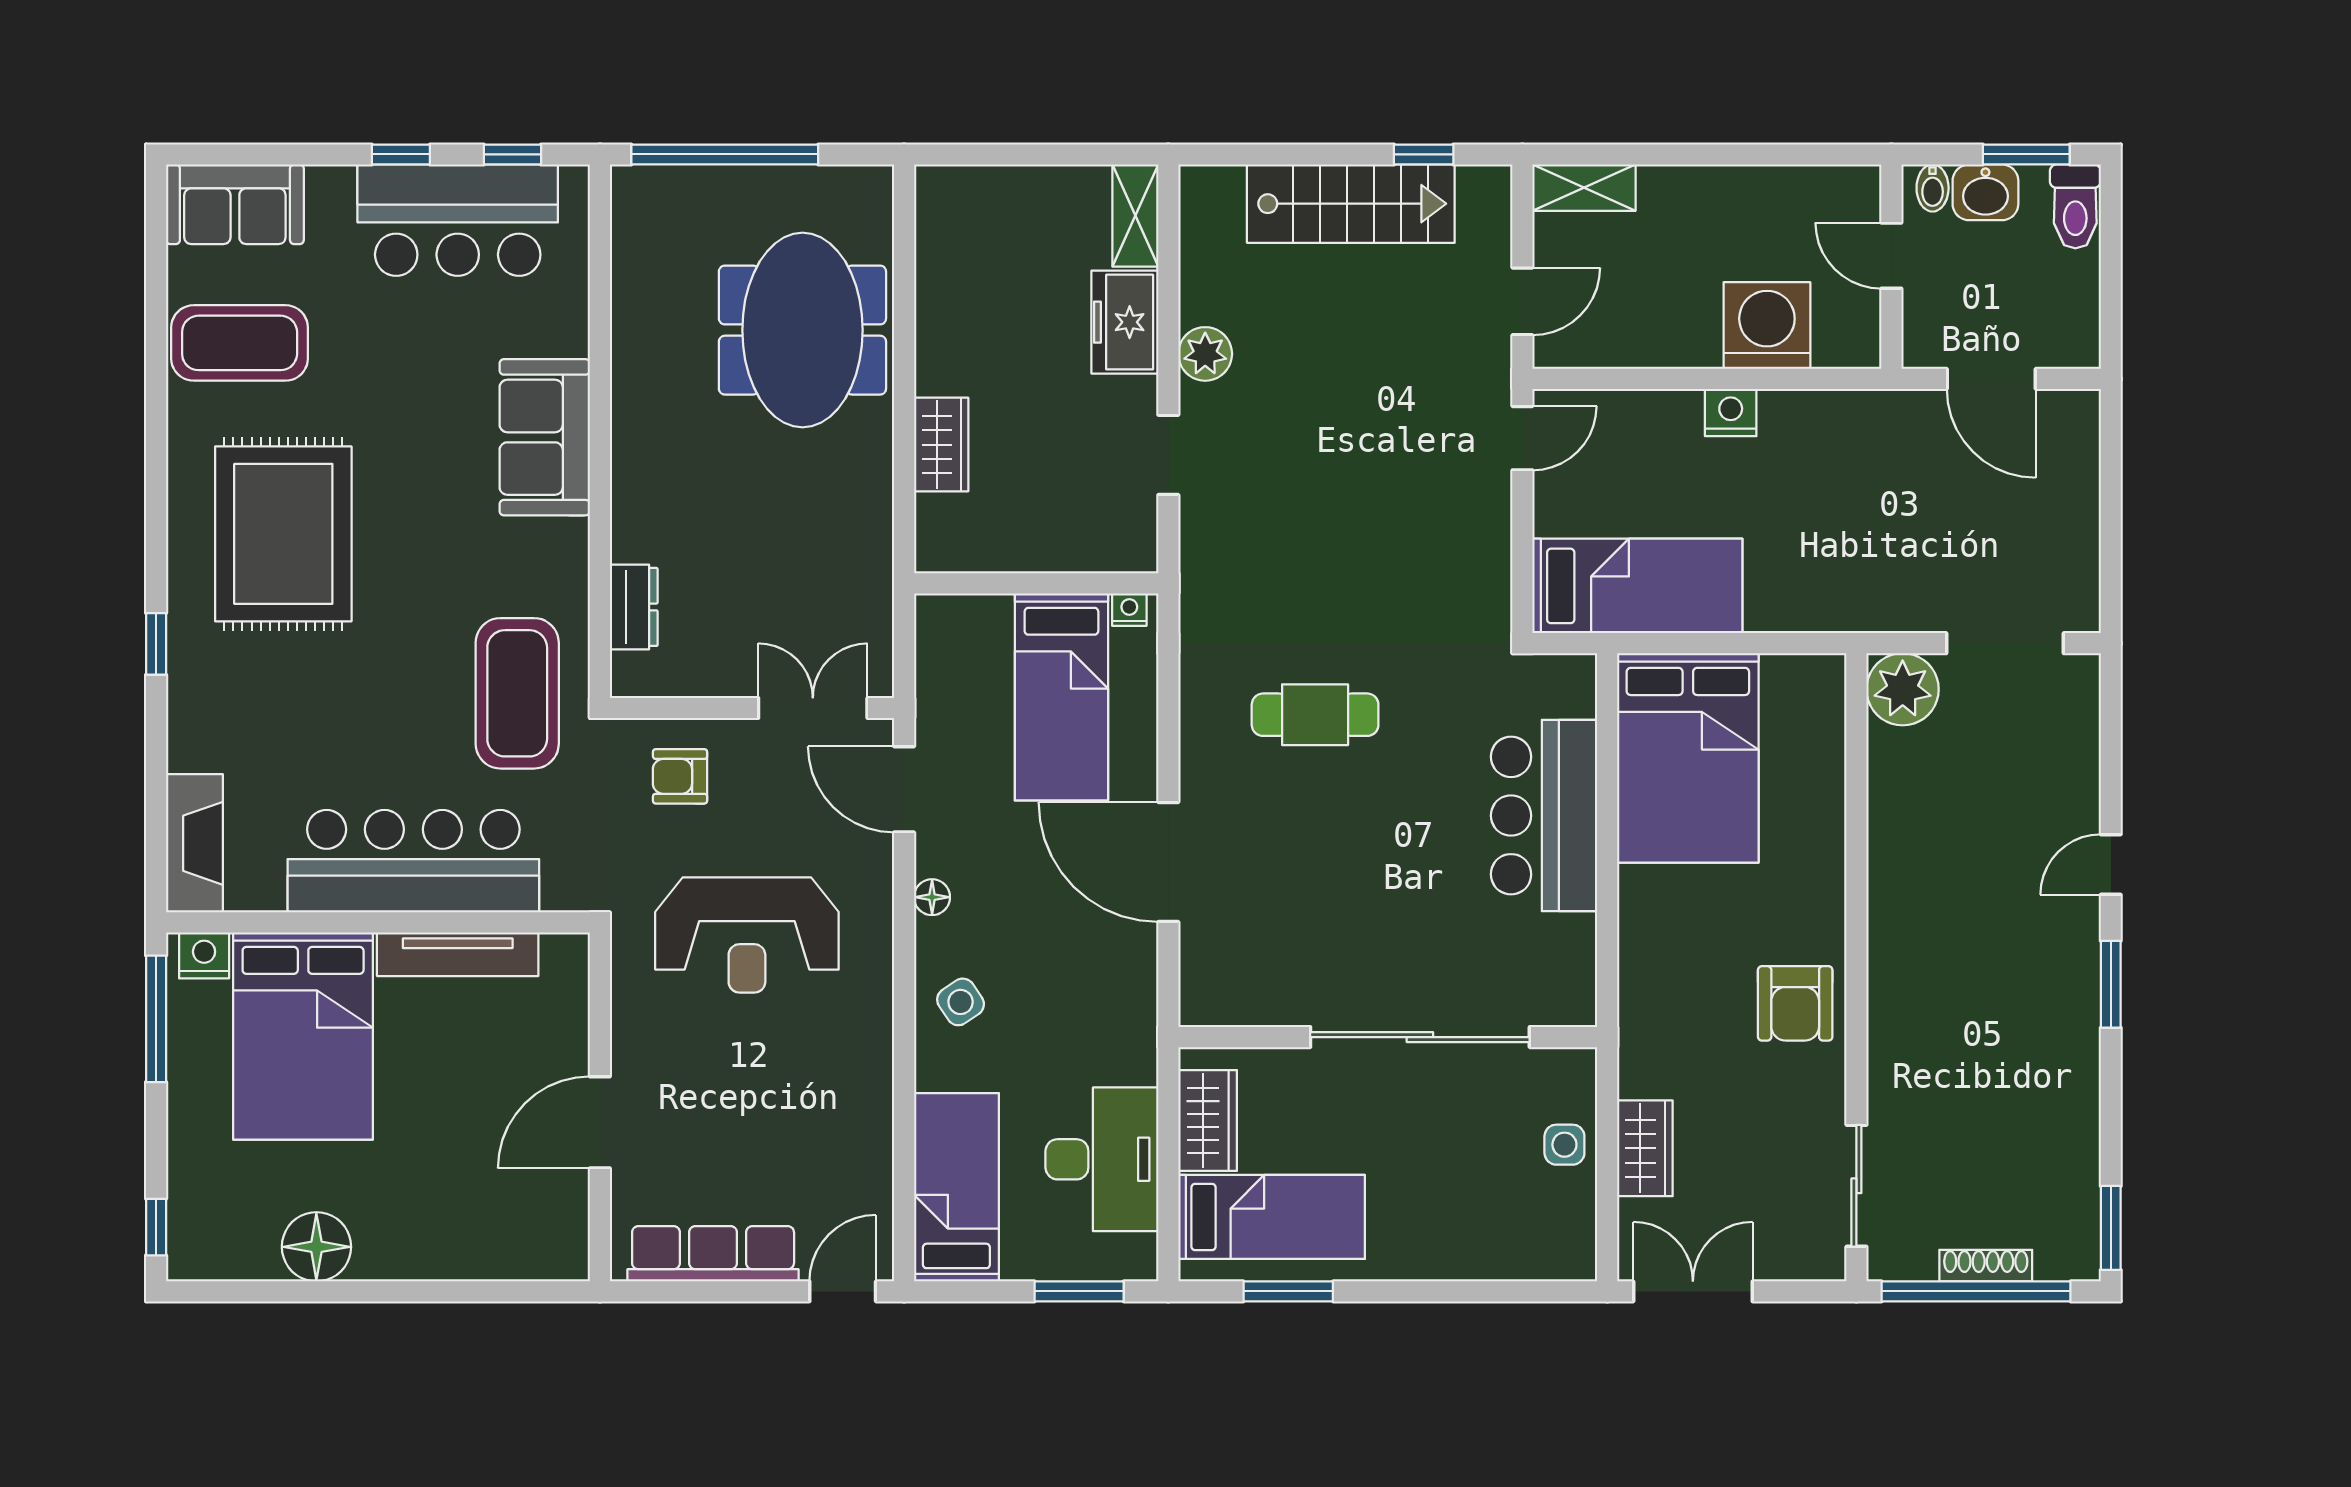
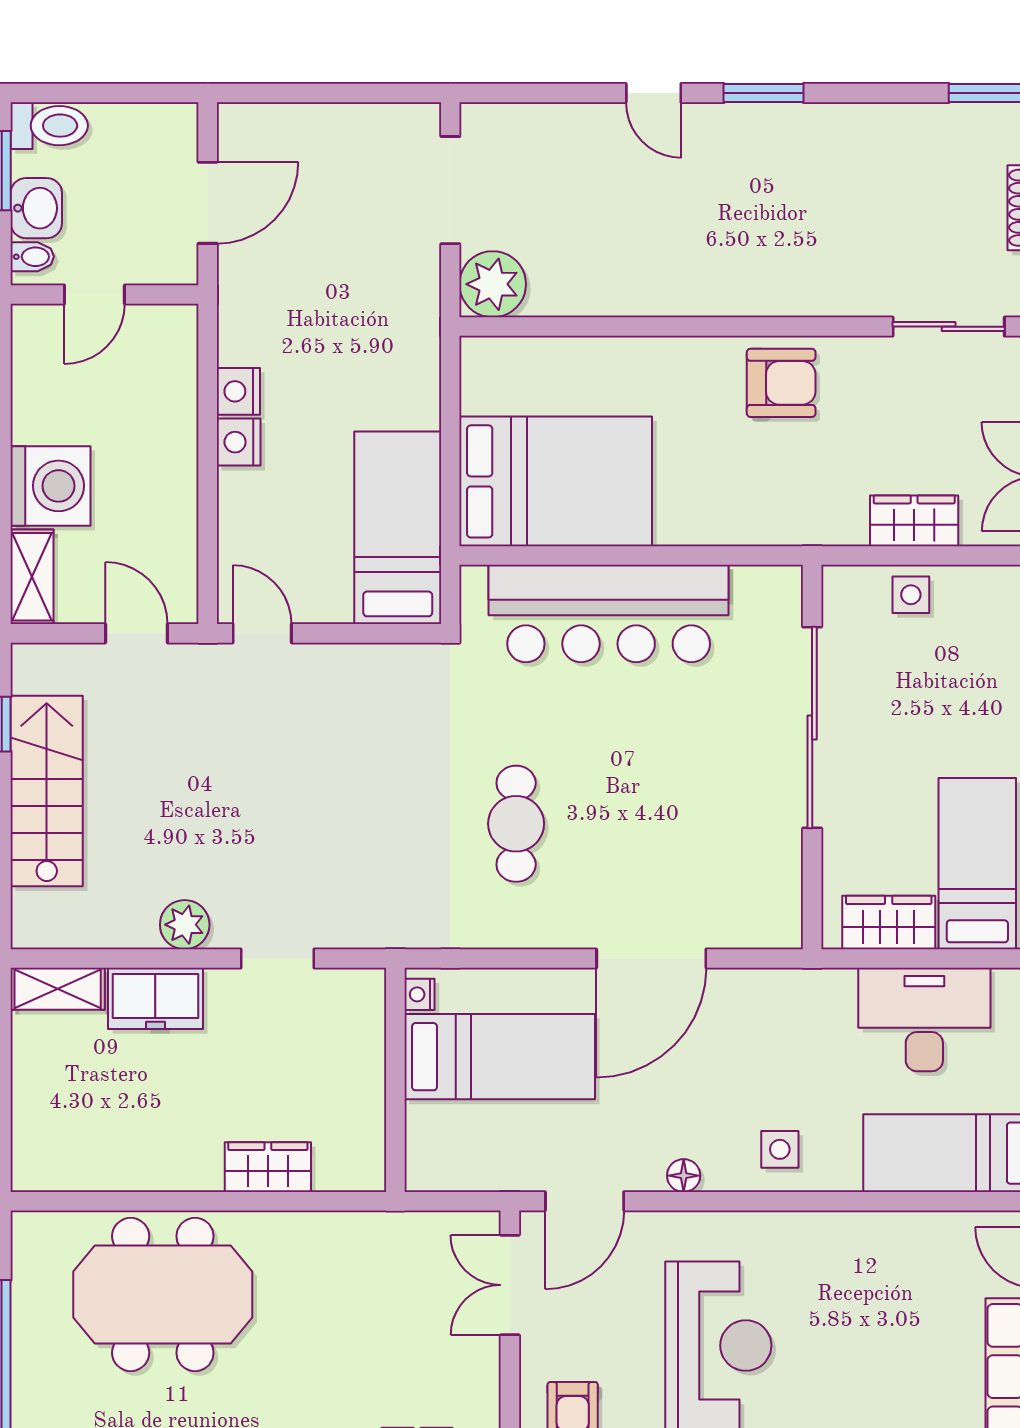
washing machine: (1767, 326) -> (51, 486), moved, turned 180
nightstand: (1786, 412) -> (238, 391), added
bar counter: (1544, 816) -> (609, 614), width x1.36
side table: (961, 1002) -> (780, 1149), turned 34

